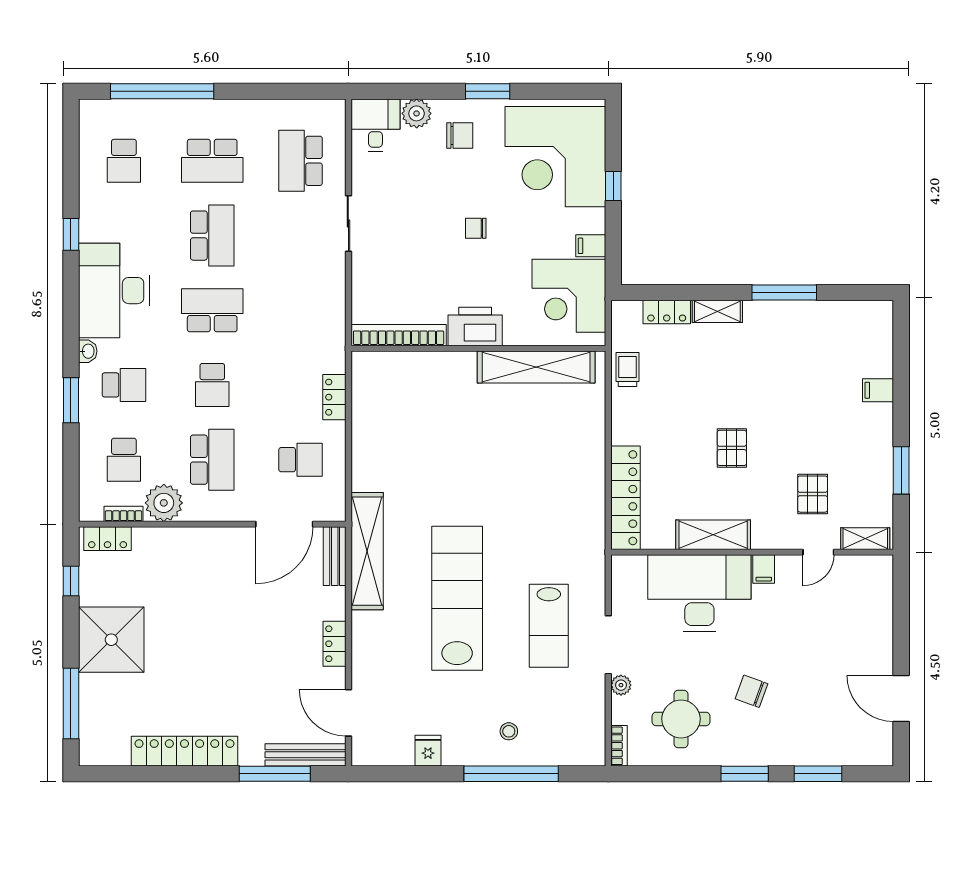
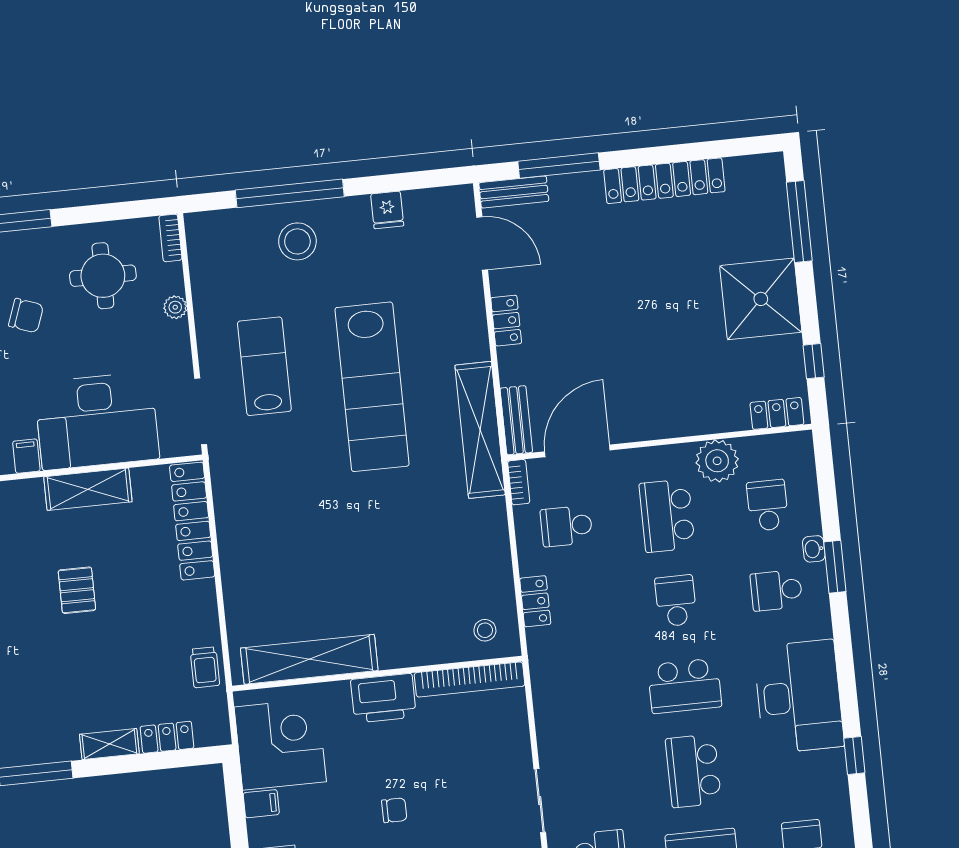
washbasin: (88, 351) -> (814, 549), moved
stool: (381, 377) -> (485, 630), added
bookcase: (124, 514) -> (519, 482), moved, turned -90
doorway: (608, 645) -> (201, 411), moved
stool: (509, 731) -> (297, 241), width x1.89, depth x1.89
bench: (306, 755) -> (514, 192), width x0.73

